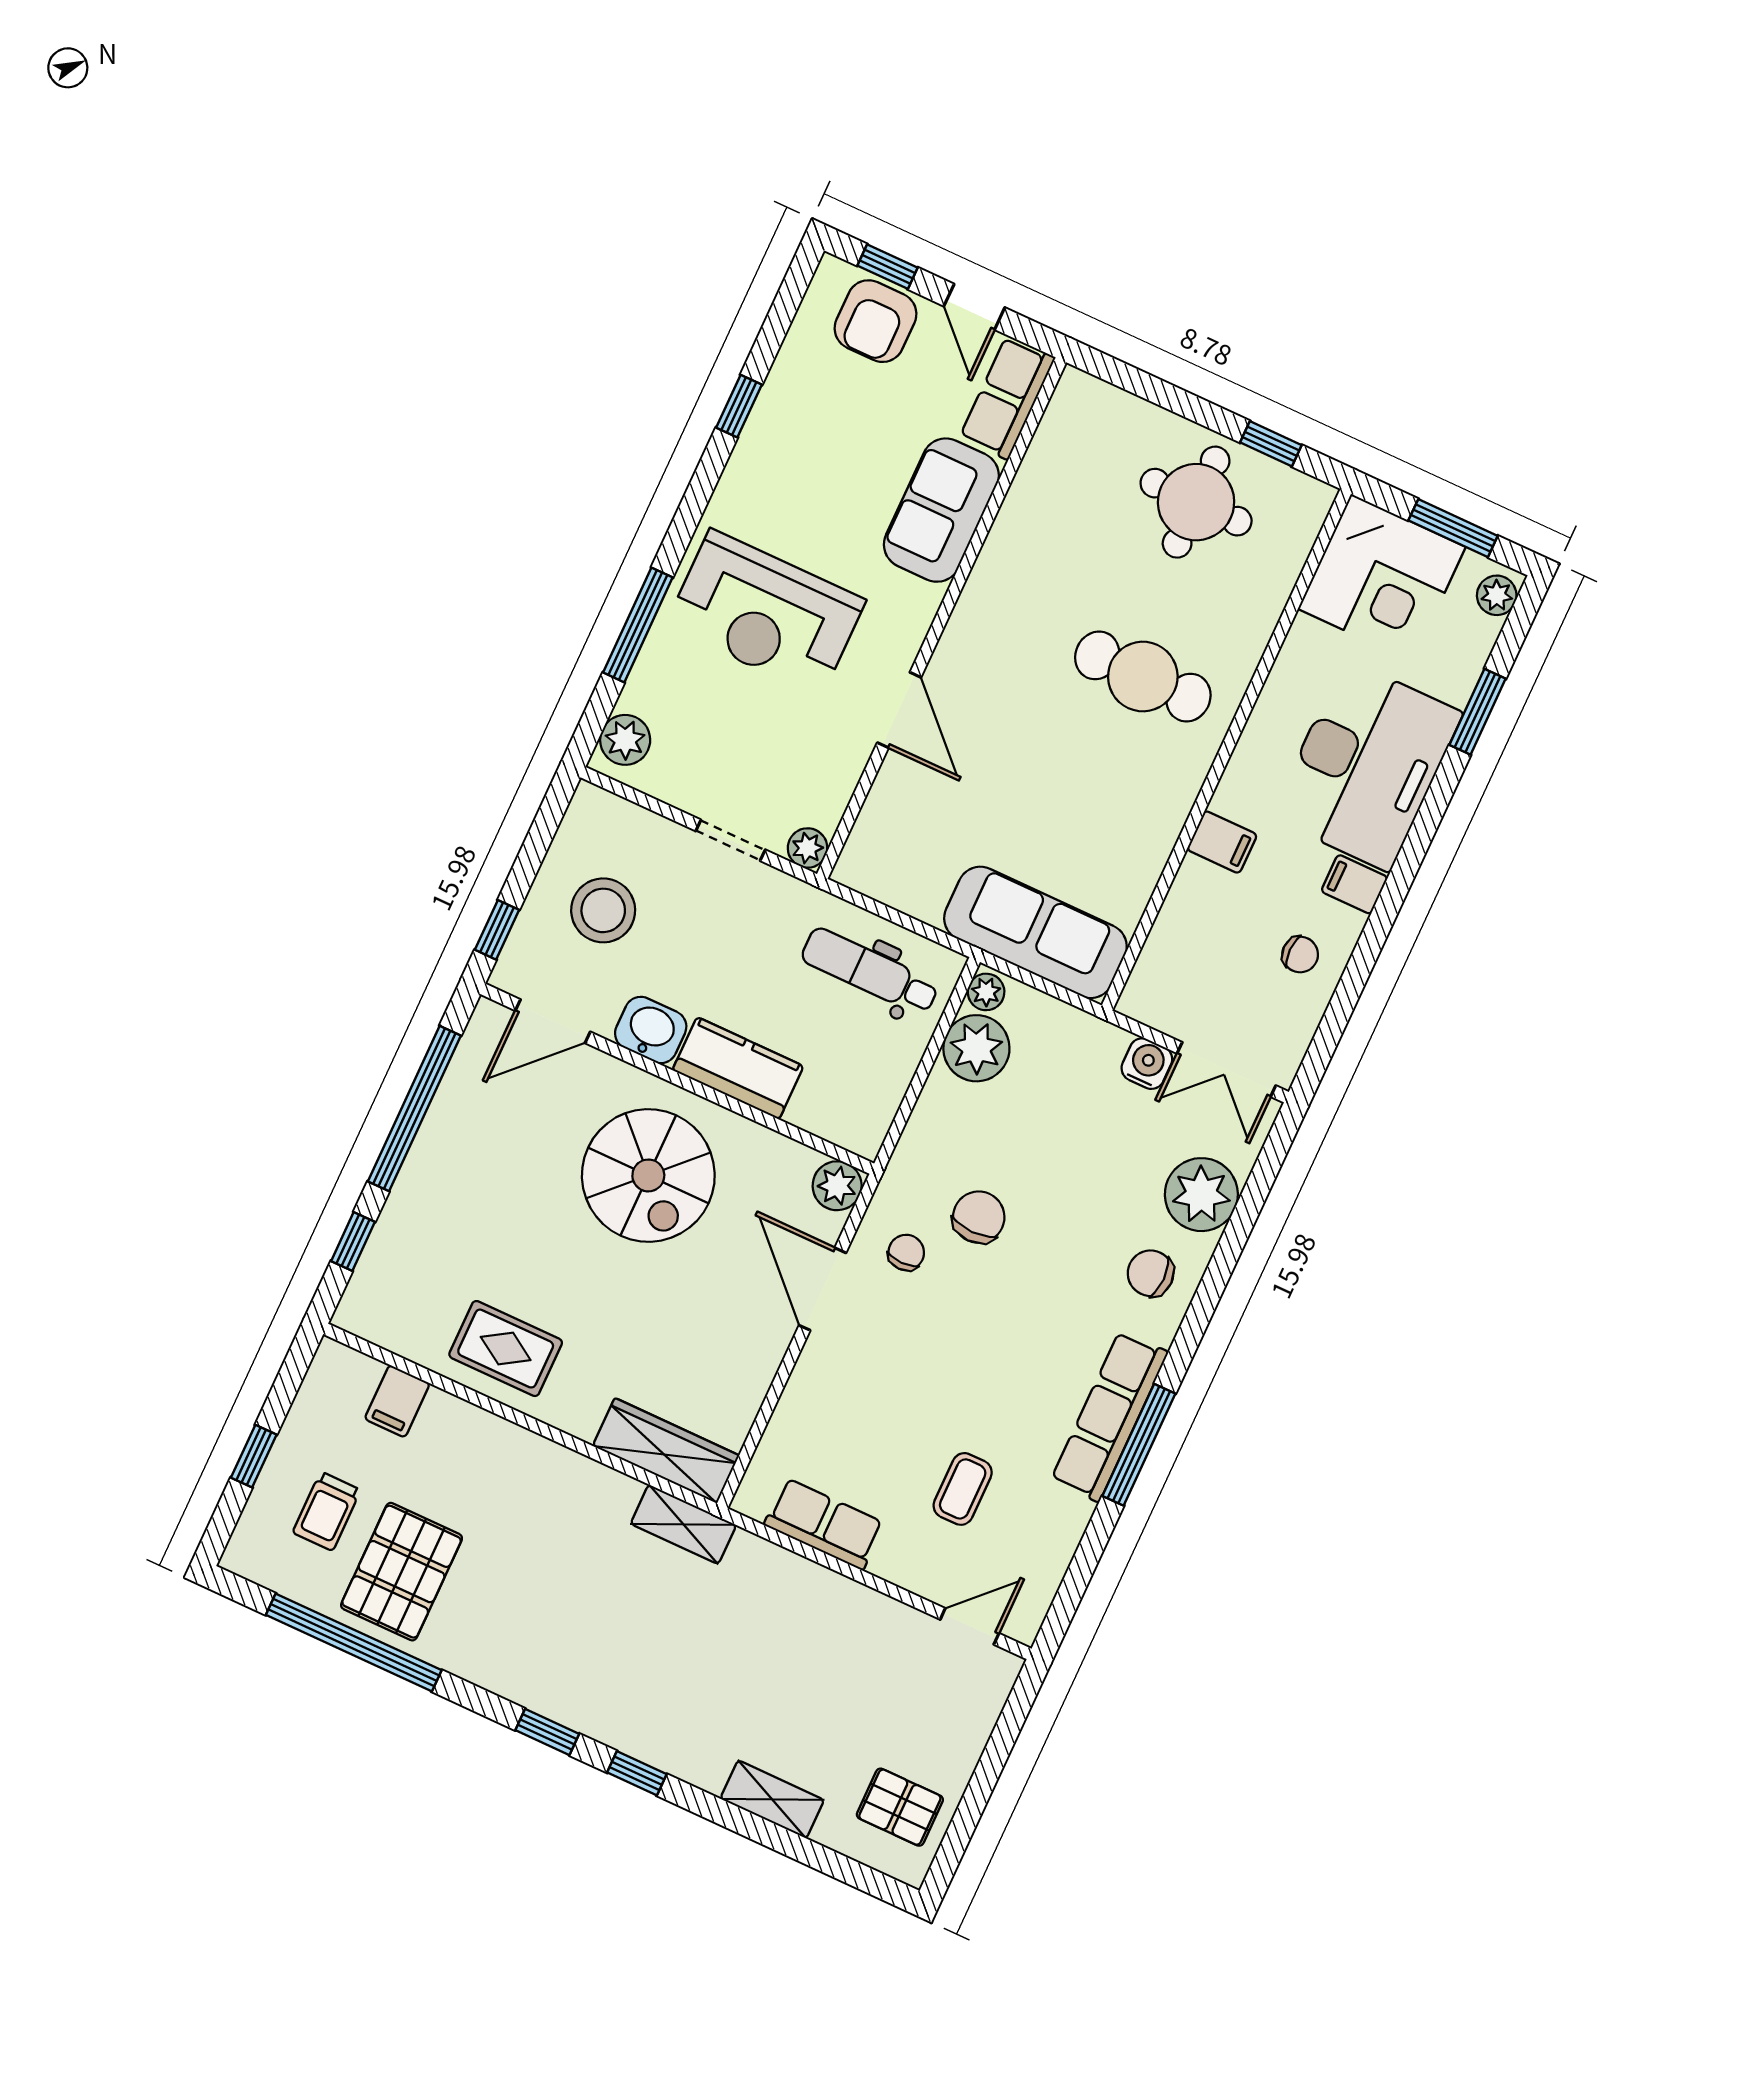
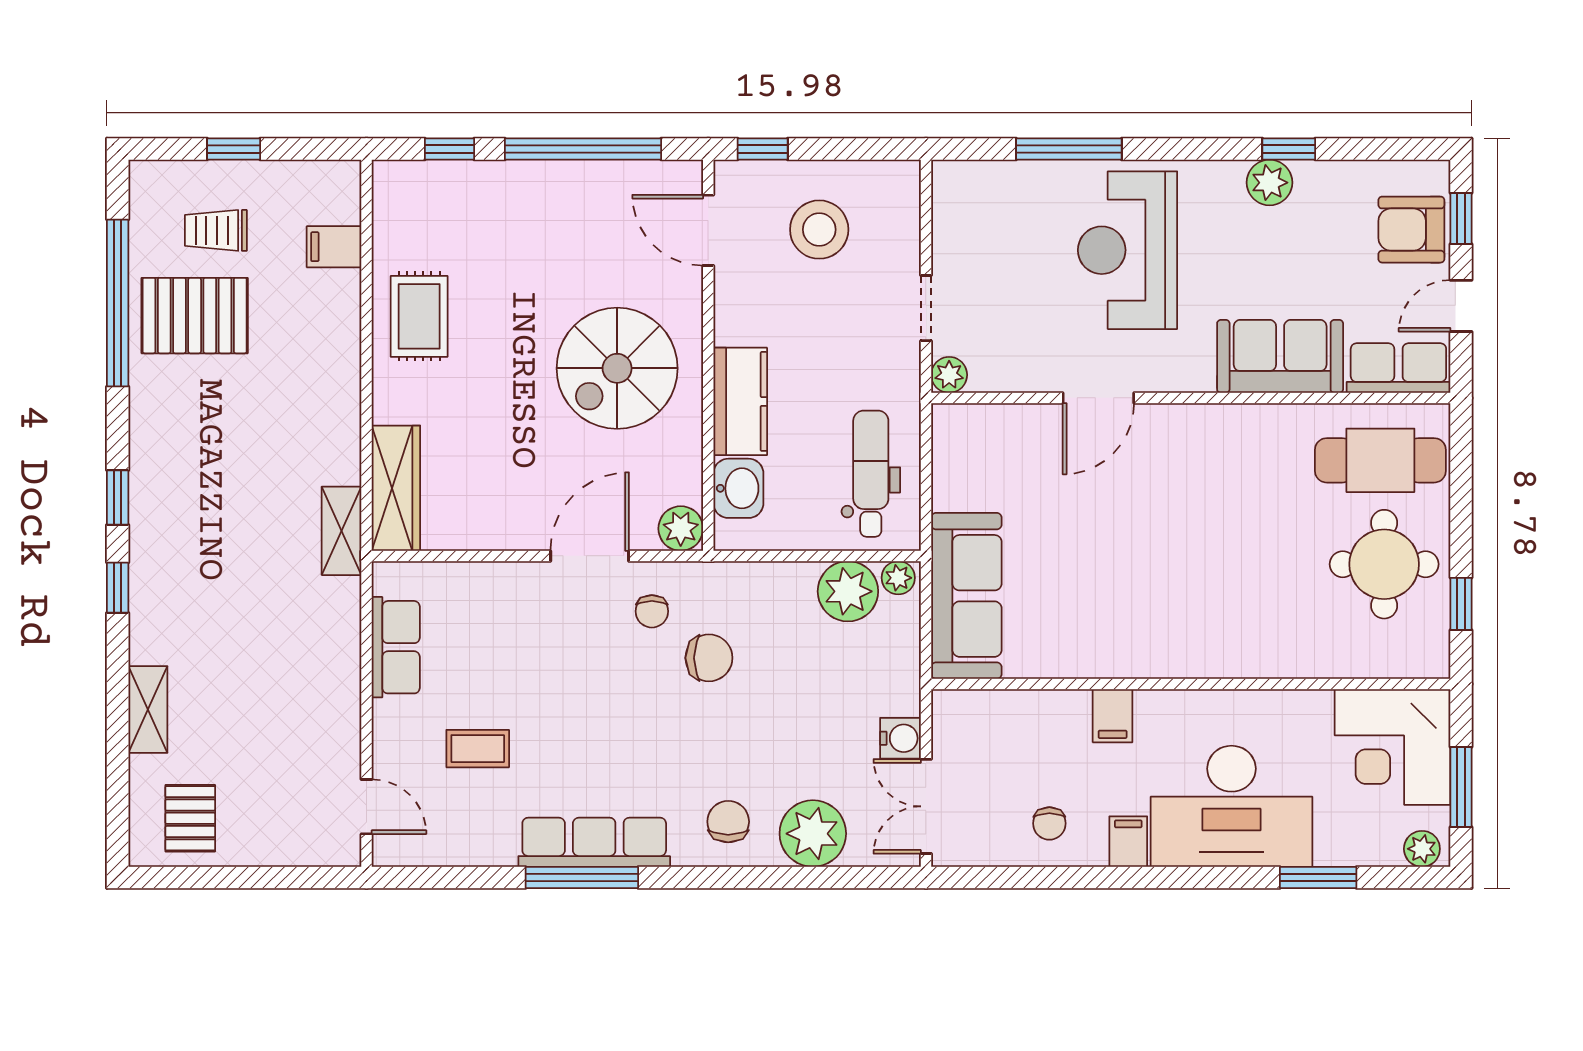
cafe table: (1143, 676) -> (1380, 460), moved, turned 90
plant: (625, 740) -> (1269, 183), moved
washbasin: (651, 1030) -> (738, 488), moved
chair: (906, 1253) -> (652, 611), turned 90

